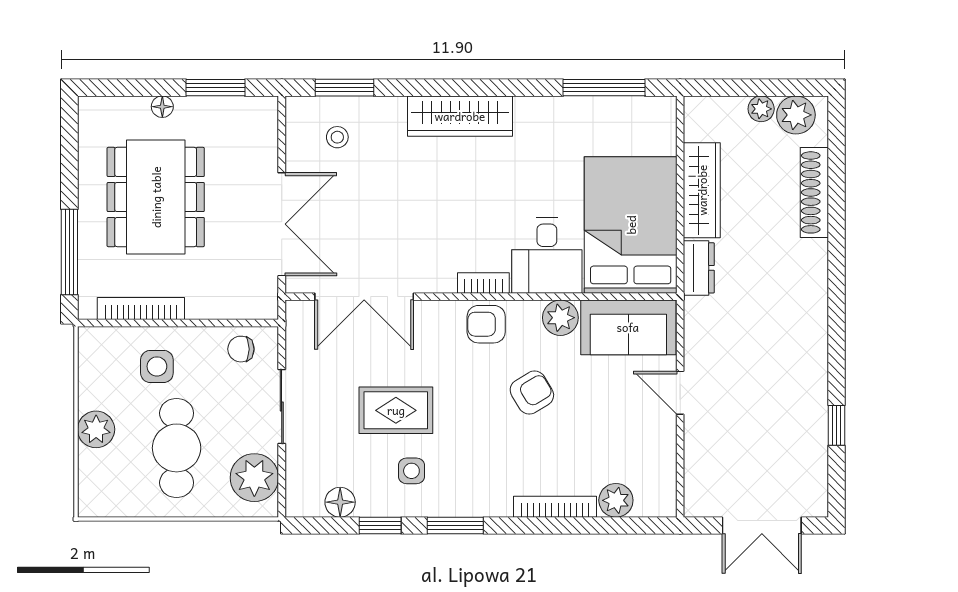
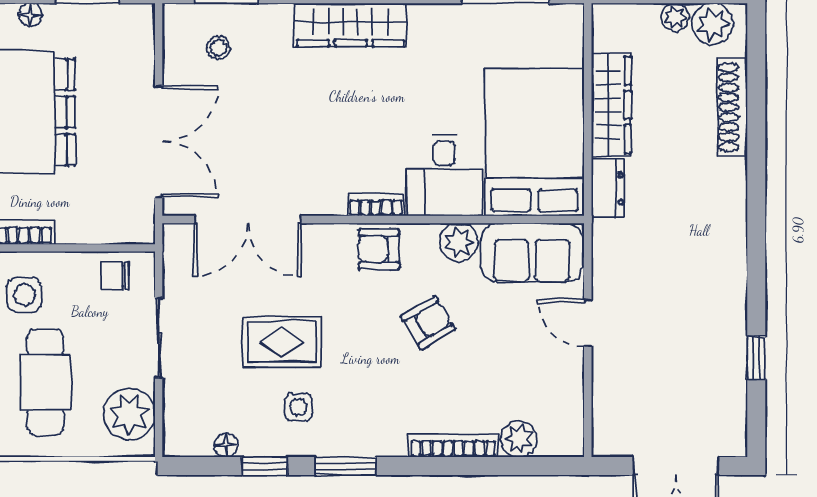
floor lamp: (340, 502) -> (226, 445), width x0.73, depth x0.73

